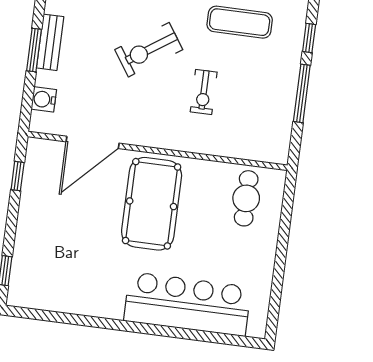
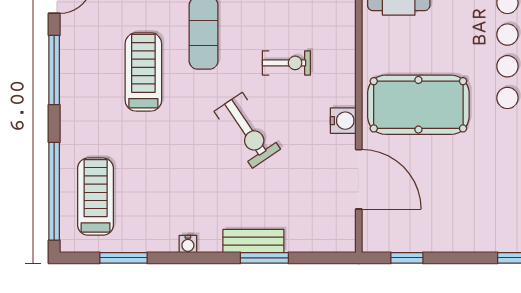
water cooler: (44, 99) -> (343, 121), moved, turned -90

